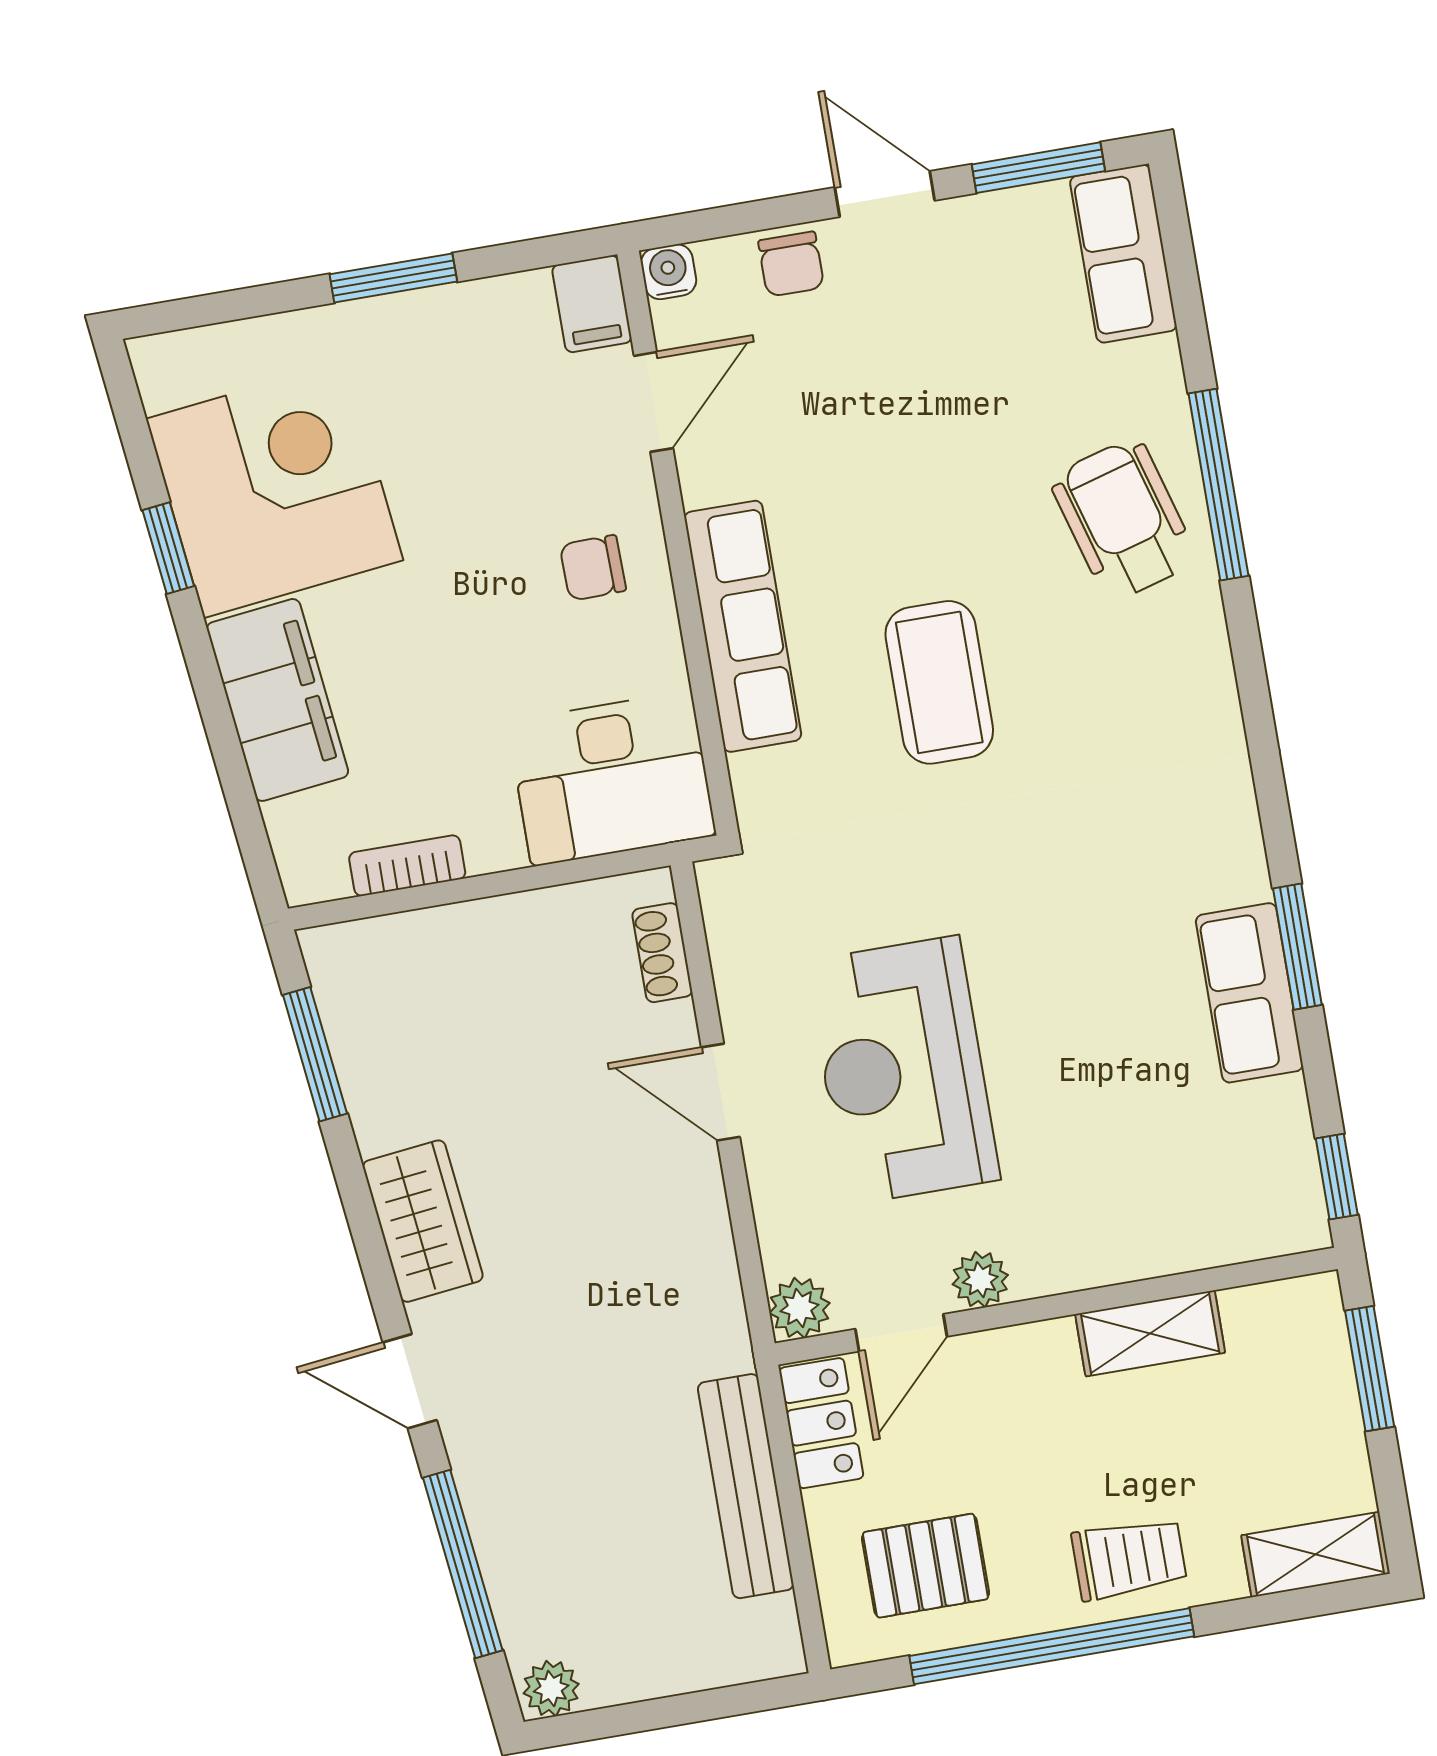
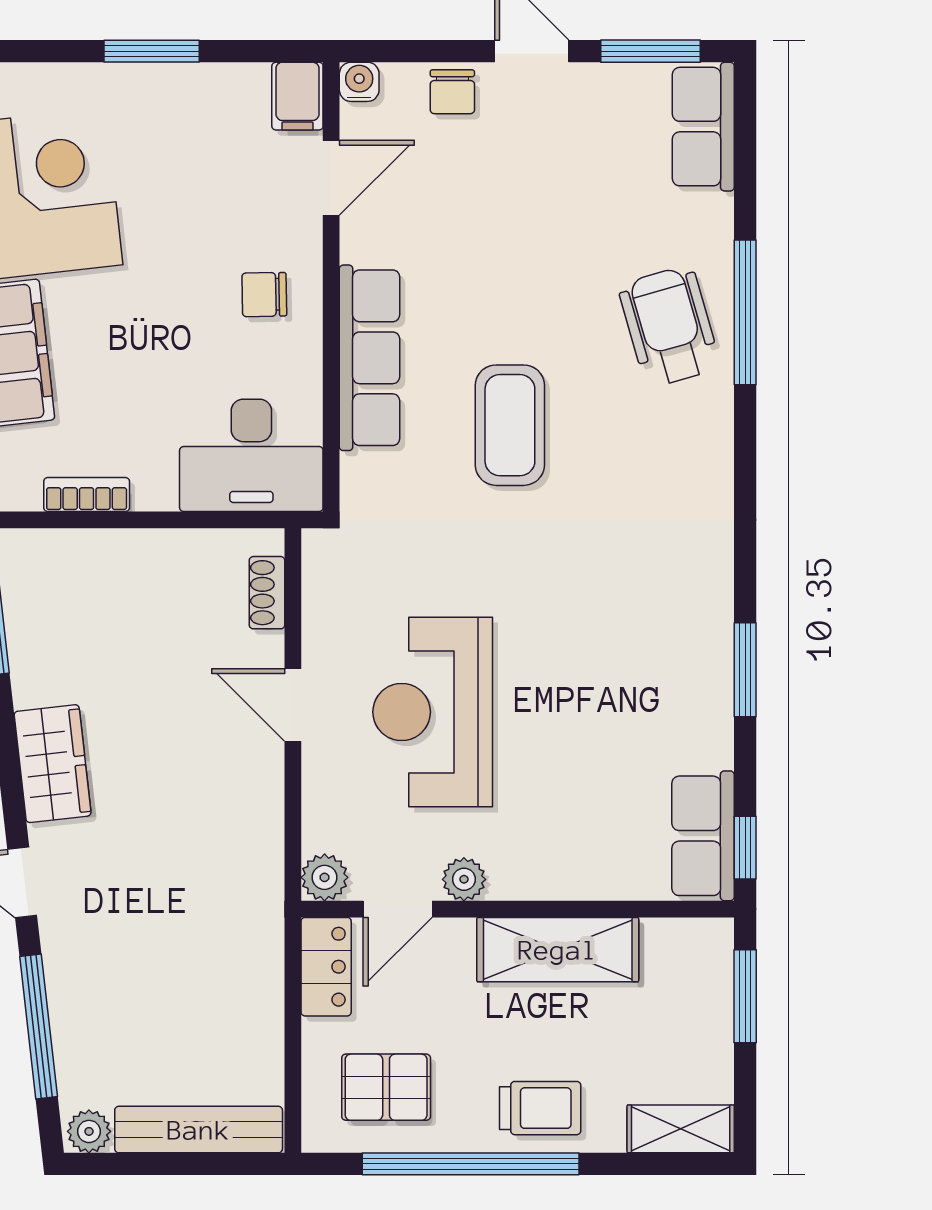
row of seats: (1249, 993) -> (703, 836), moved
shelving: (1150, 1333) -> (558, 950), width x1.50, depth x1.33
bench: (746, 1486) -> (199, 1130), moved, turned 90

